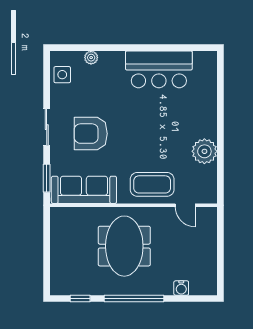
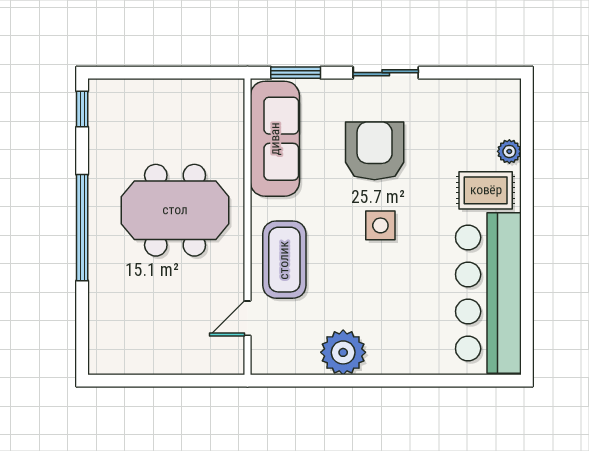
bar counter: (159, 69) -> (488, 293), width x1.36
rug: (113, 71) -> (486, 190), added
side table: (62, 75) -> (380, 225), moved
water cooler: (181, 288) -> (101, 311), removed
window: (80, 298) -> (82, 109), moved

